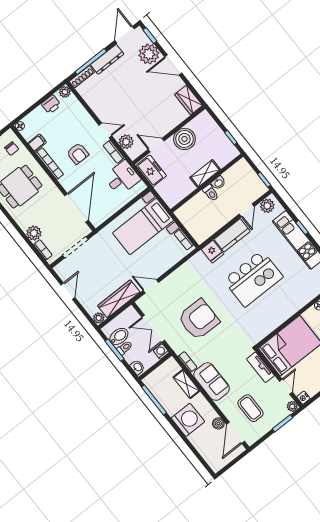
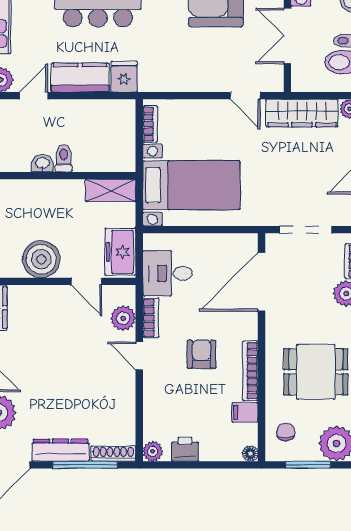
shelving: (205, 173) -> (111, 190), moved
double door: (153, 329) -> (287, 36), swing flipped

